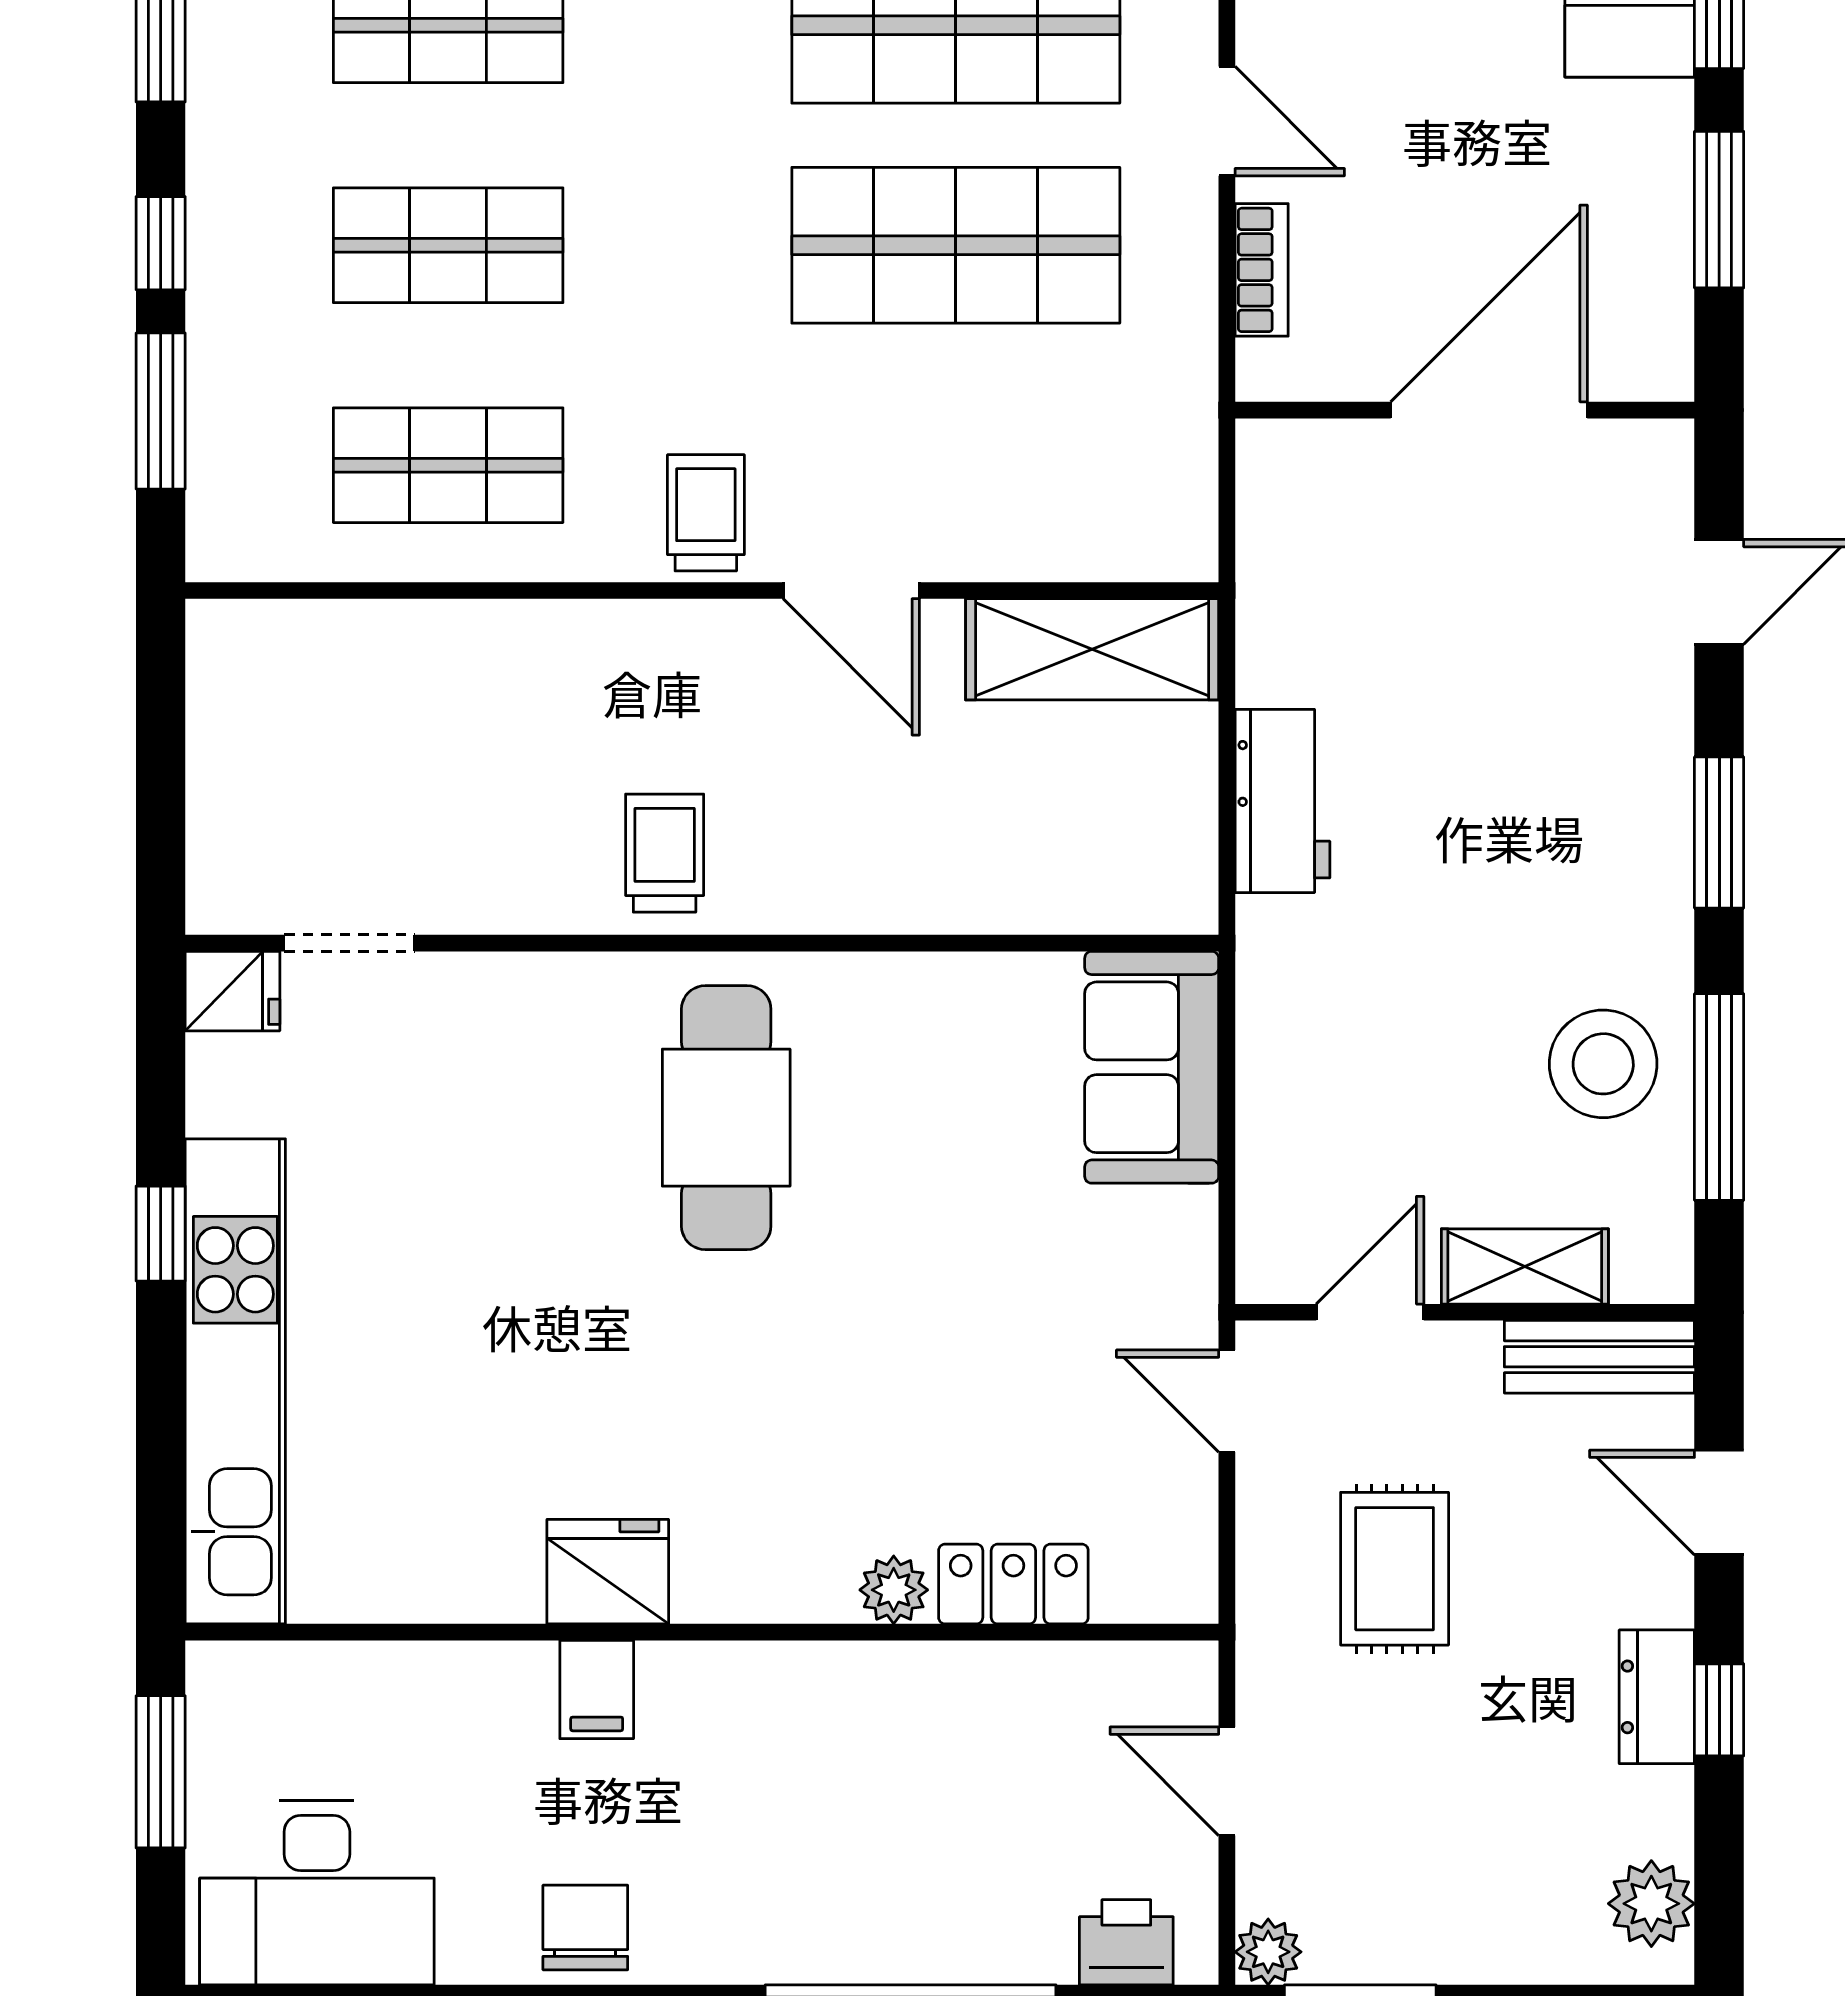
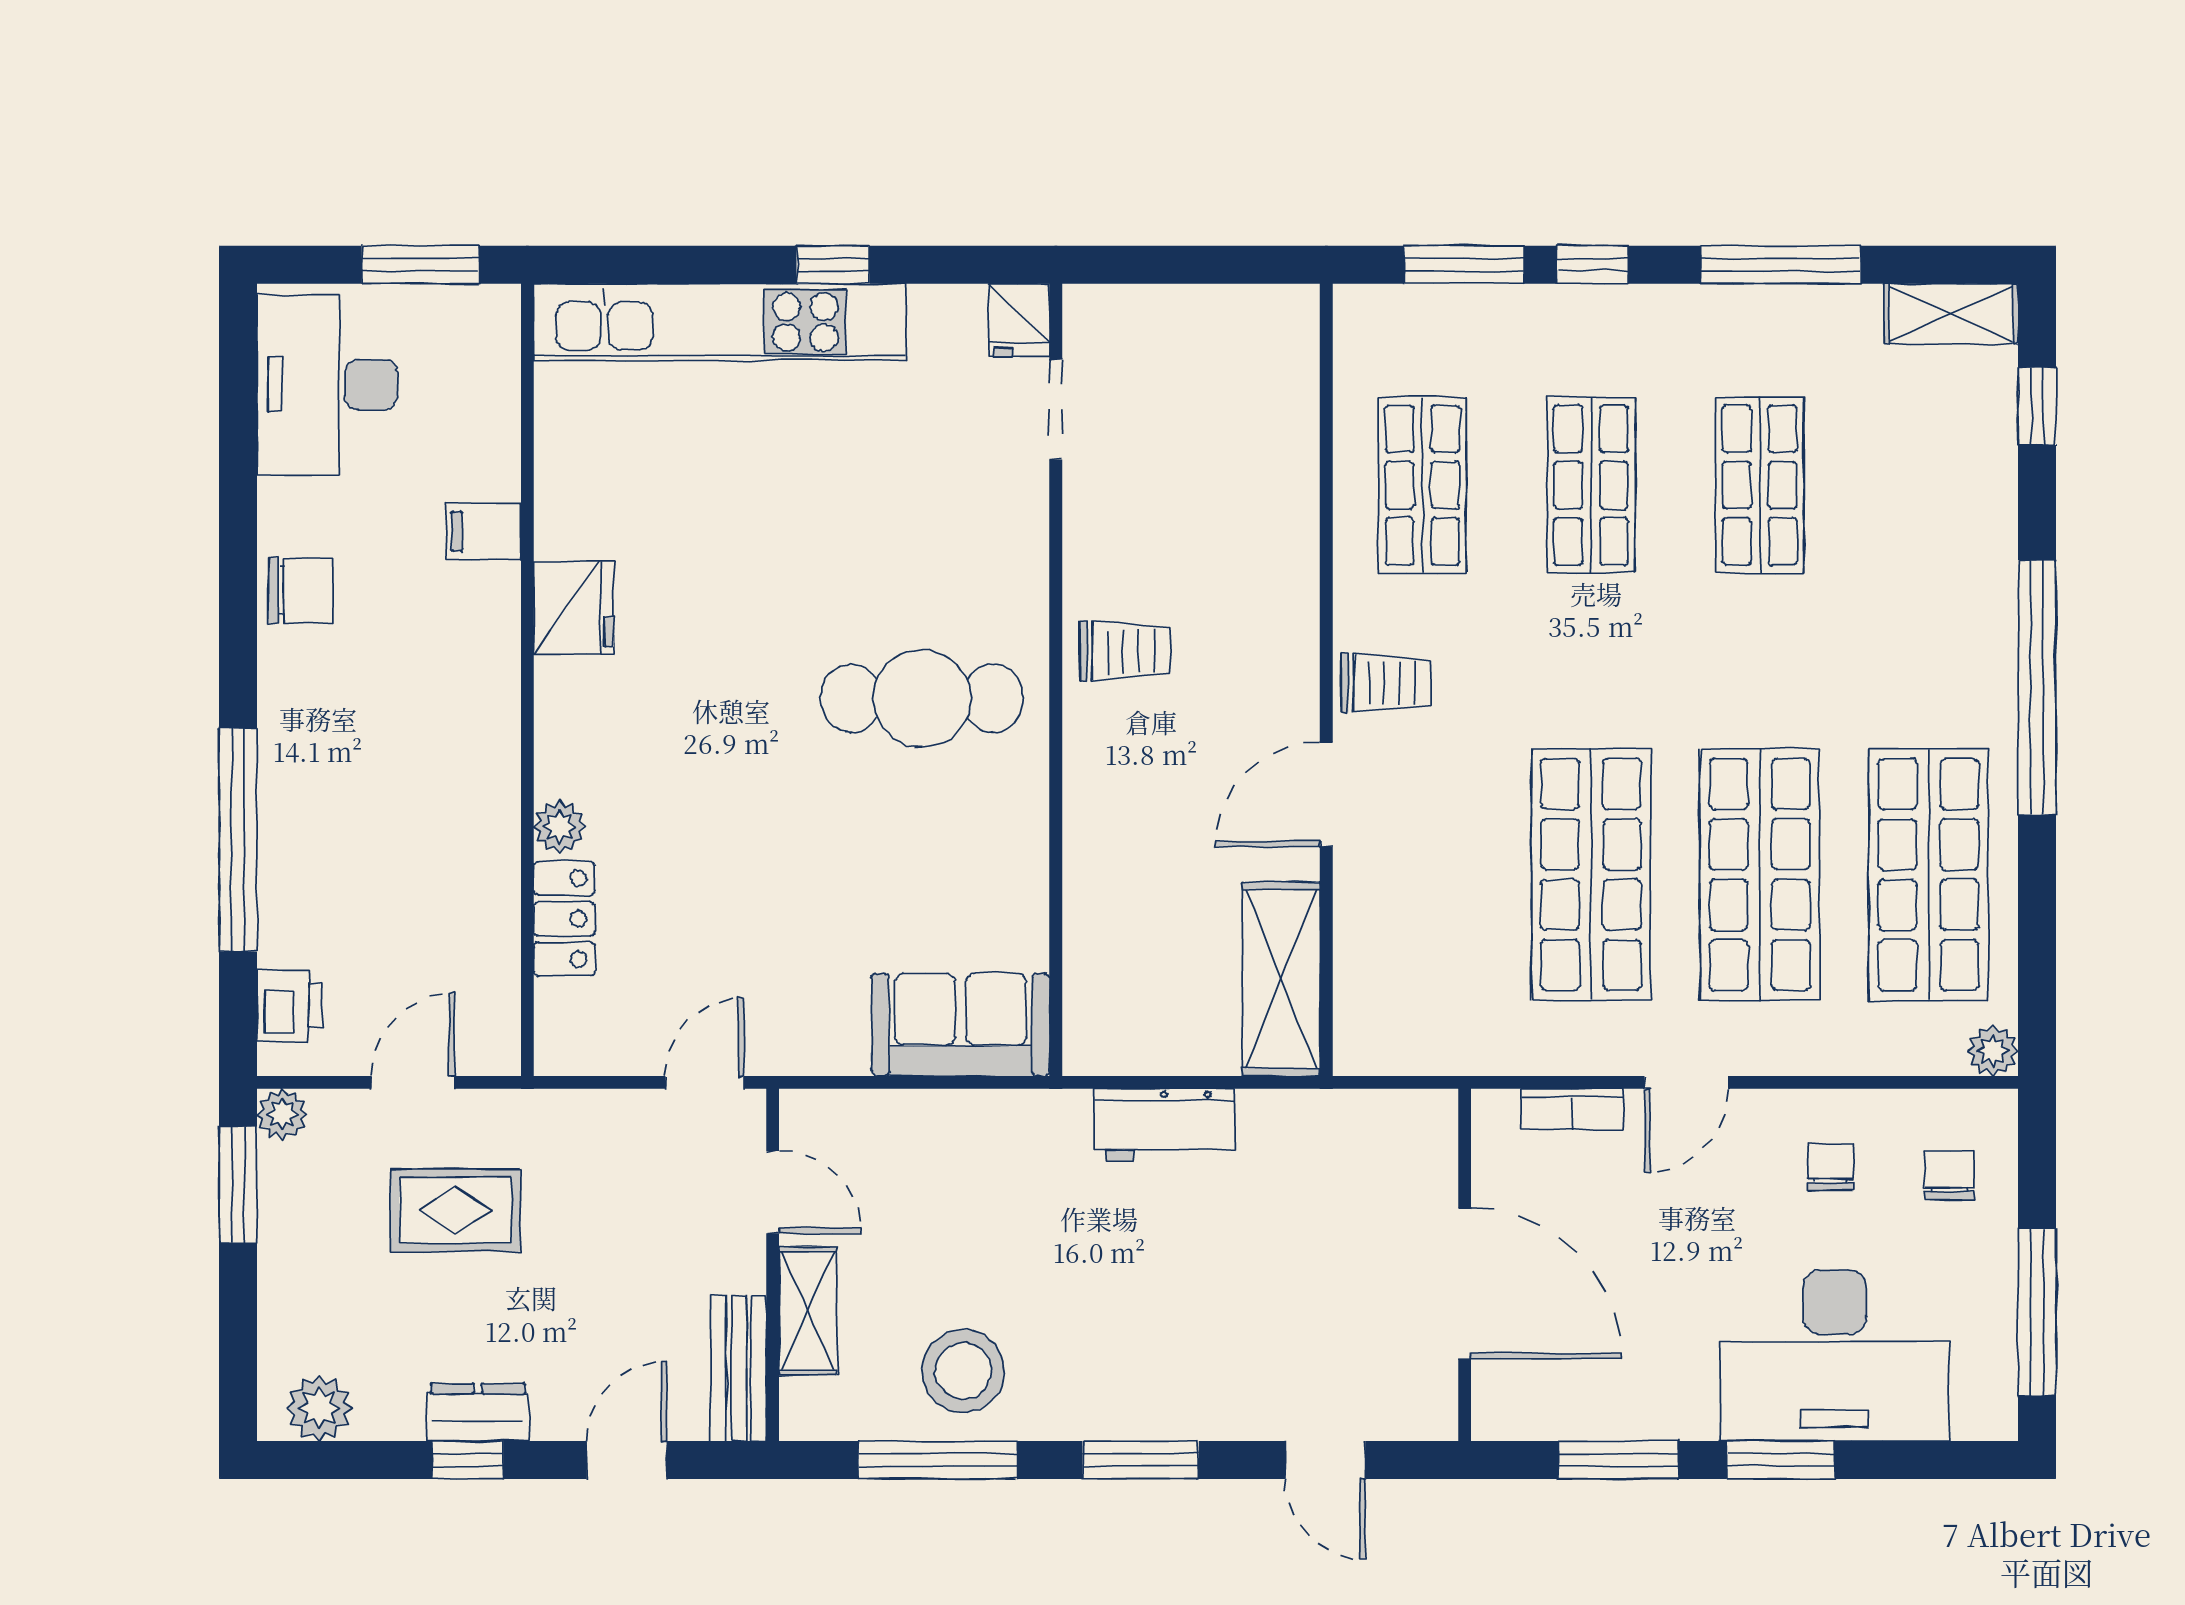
rug: (1395, 1569) -> (455, 1210), moved
filing cabinet: (597, 1690) -> (483, 531), moved

